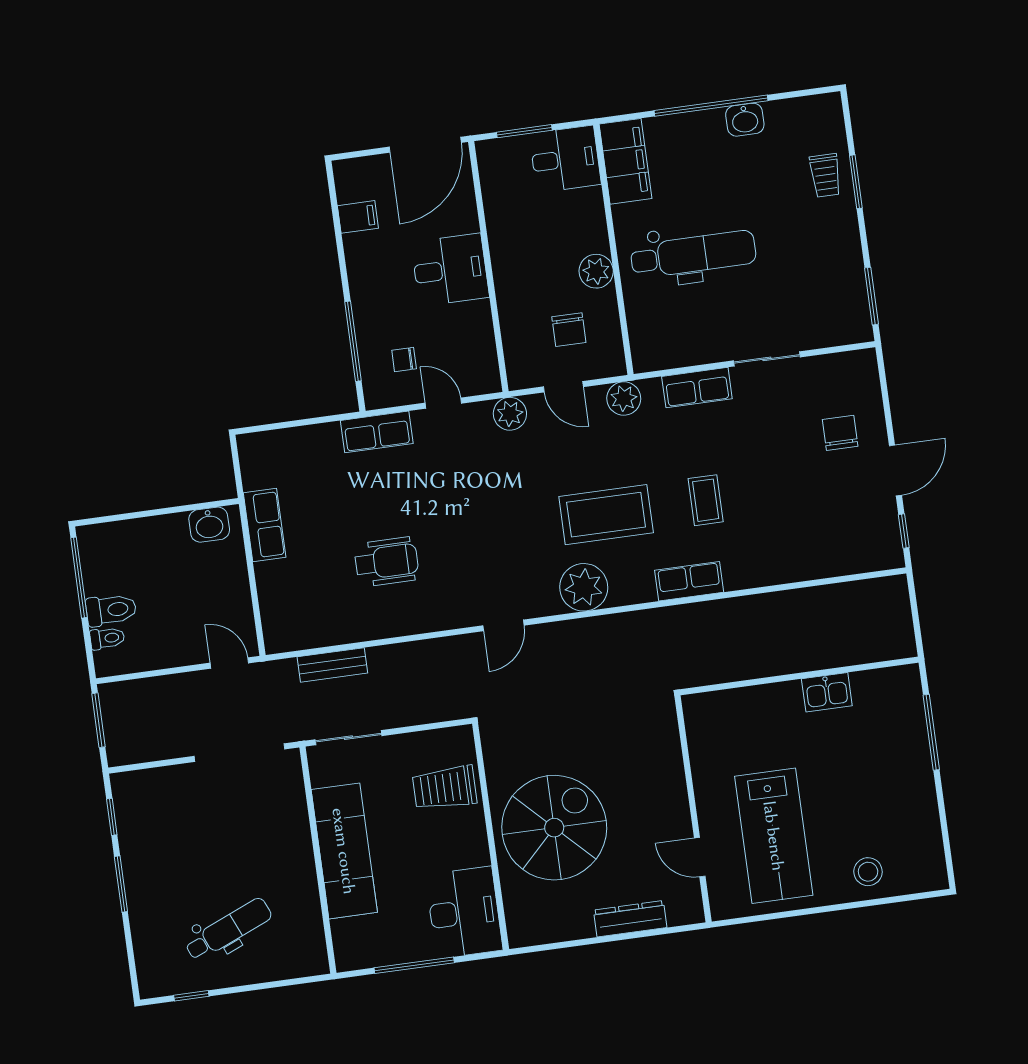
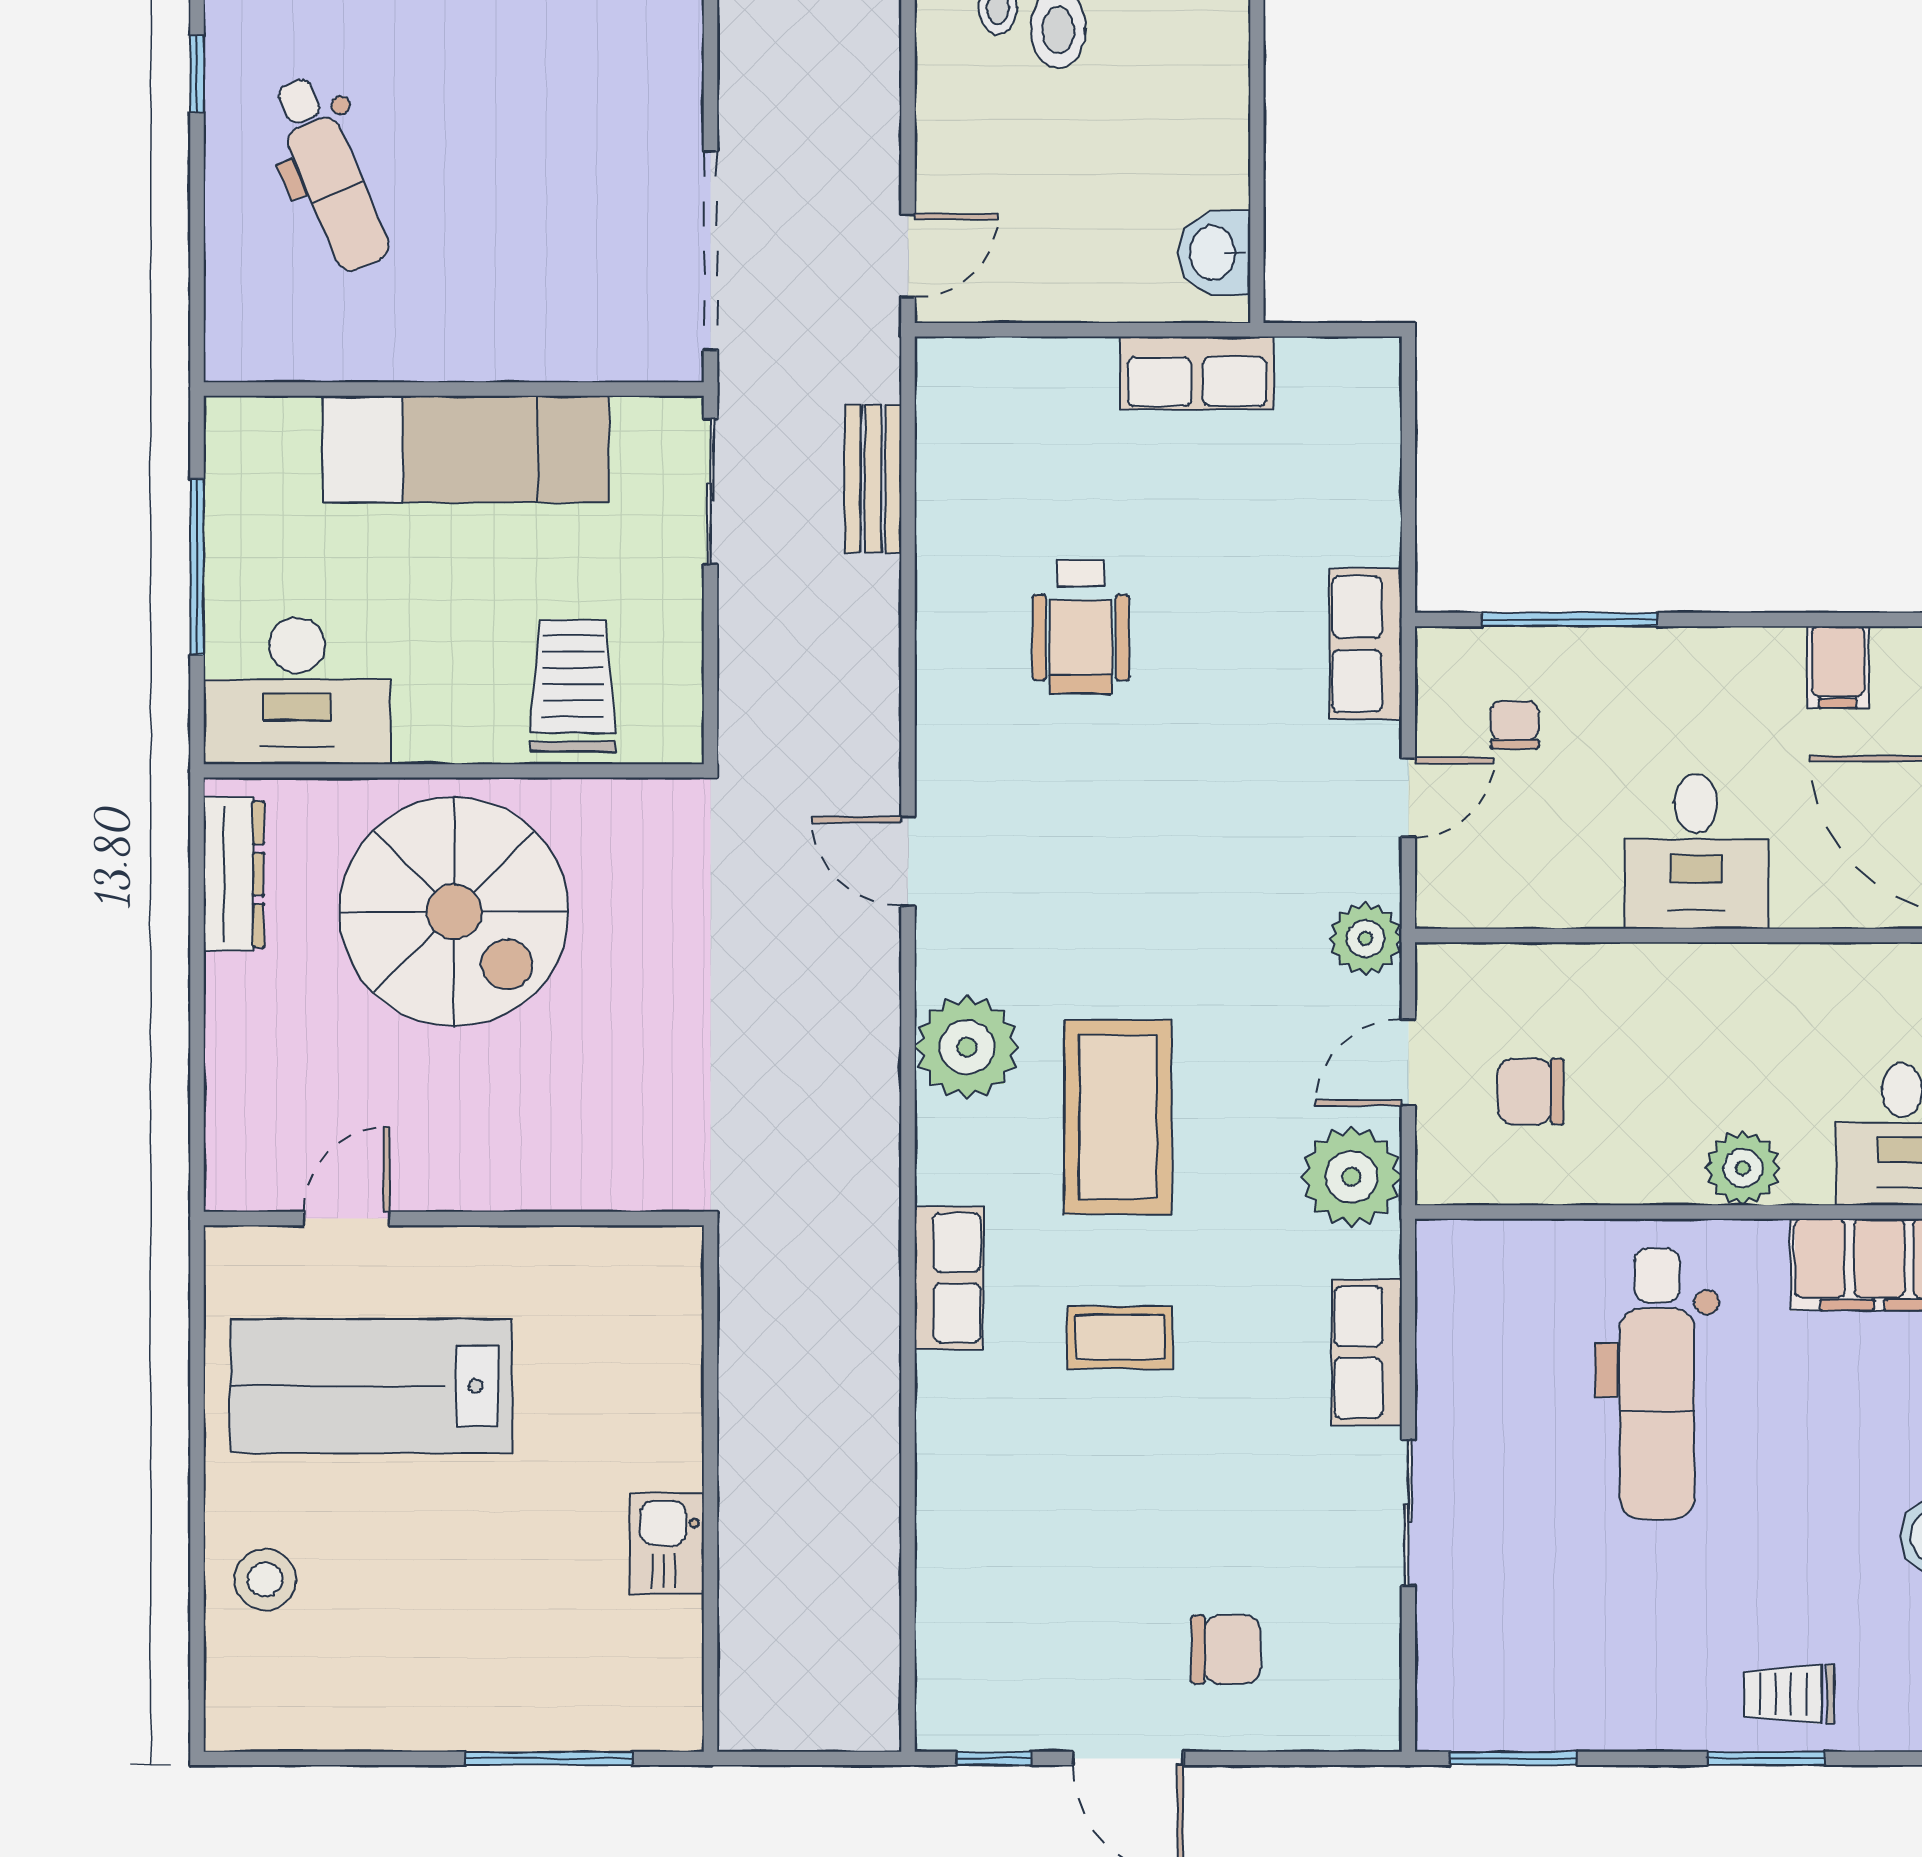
plant: (596, 271) -> (1743, 1168), moved
plant: (624, 398) -> (1351, 1177), width x1.36, depth x1.36
dresser: (630, 919) -> (234, 874), moved

